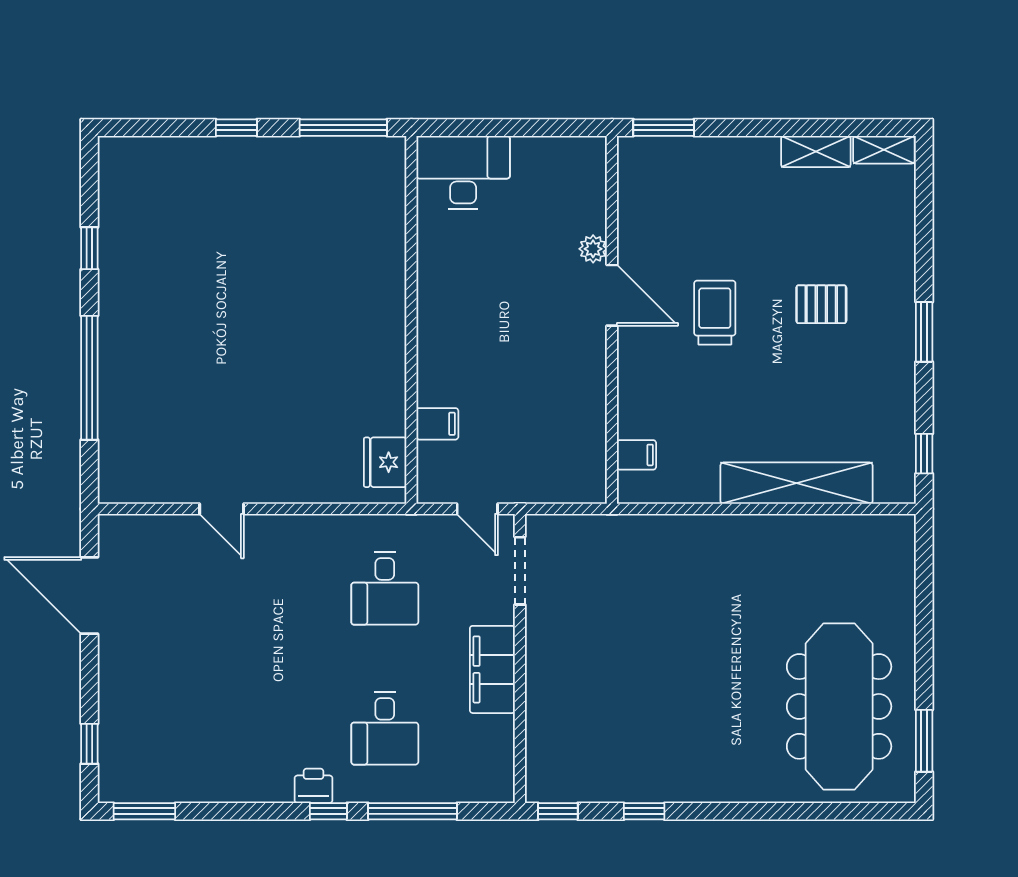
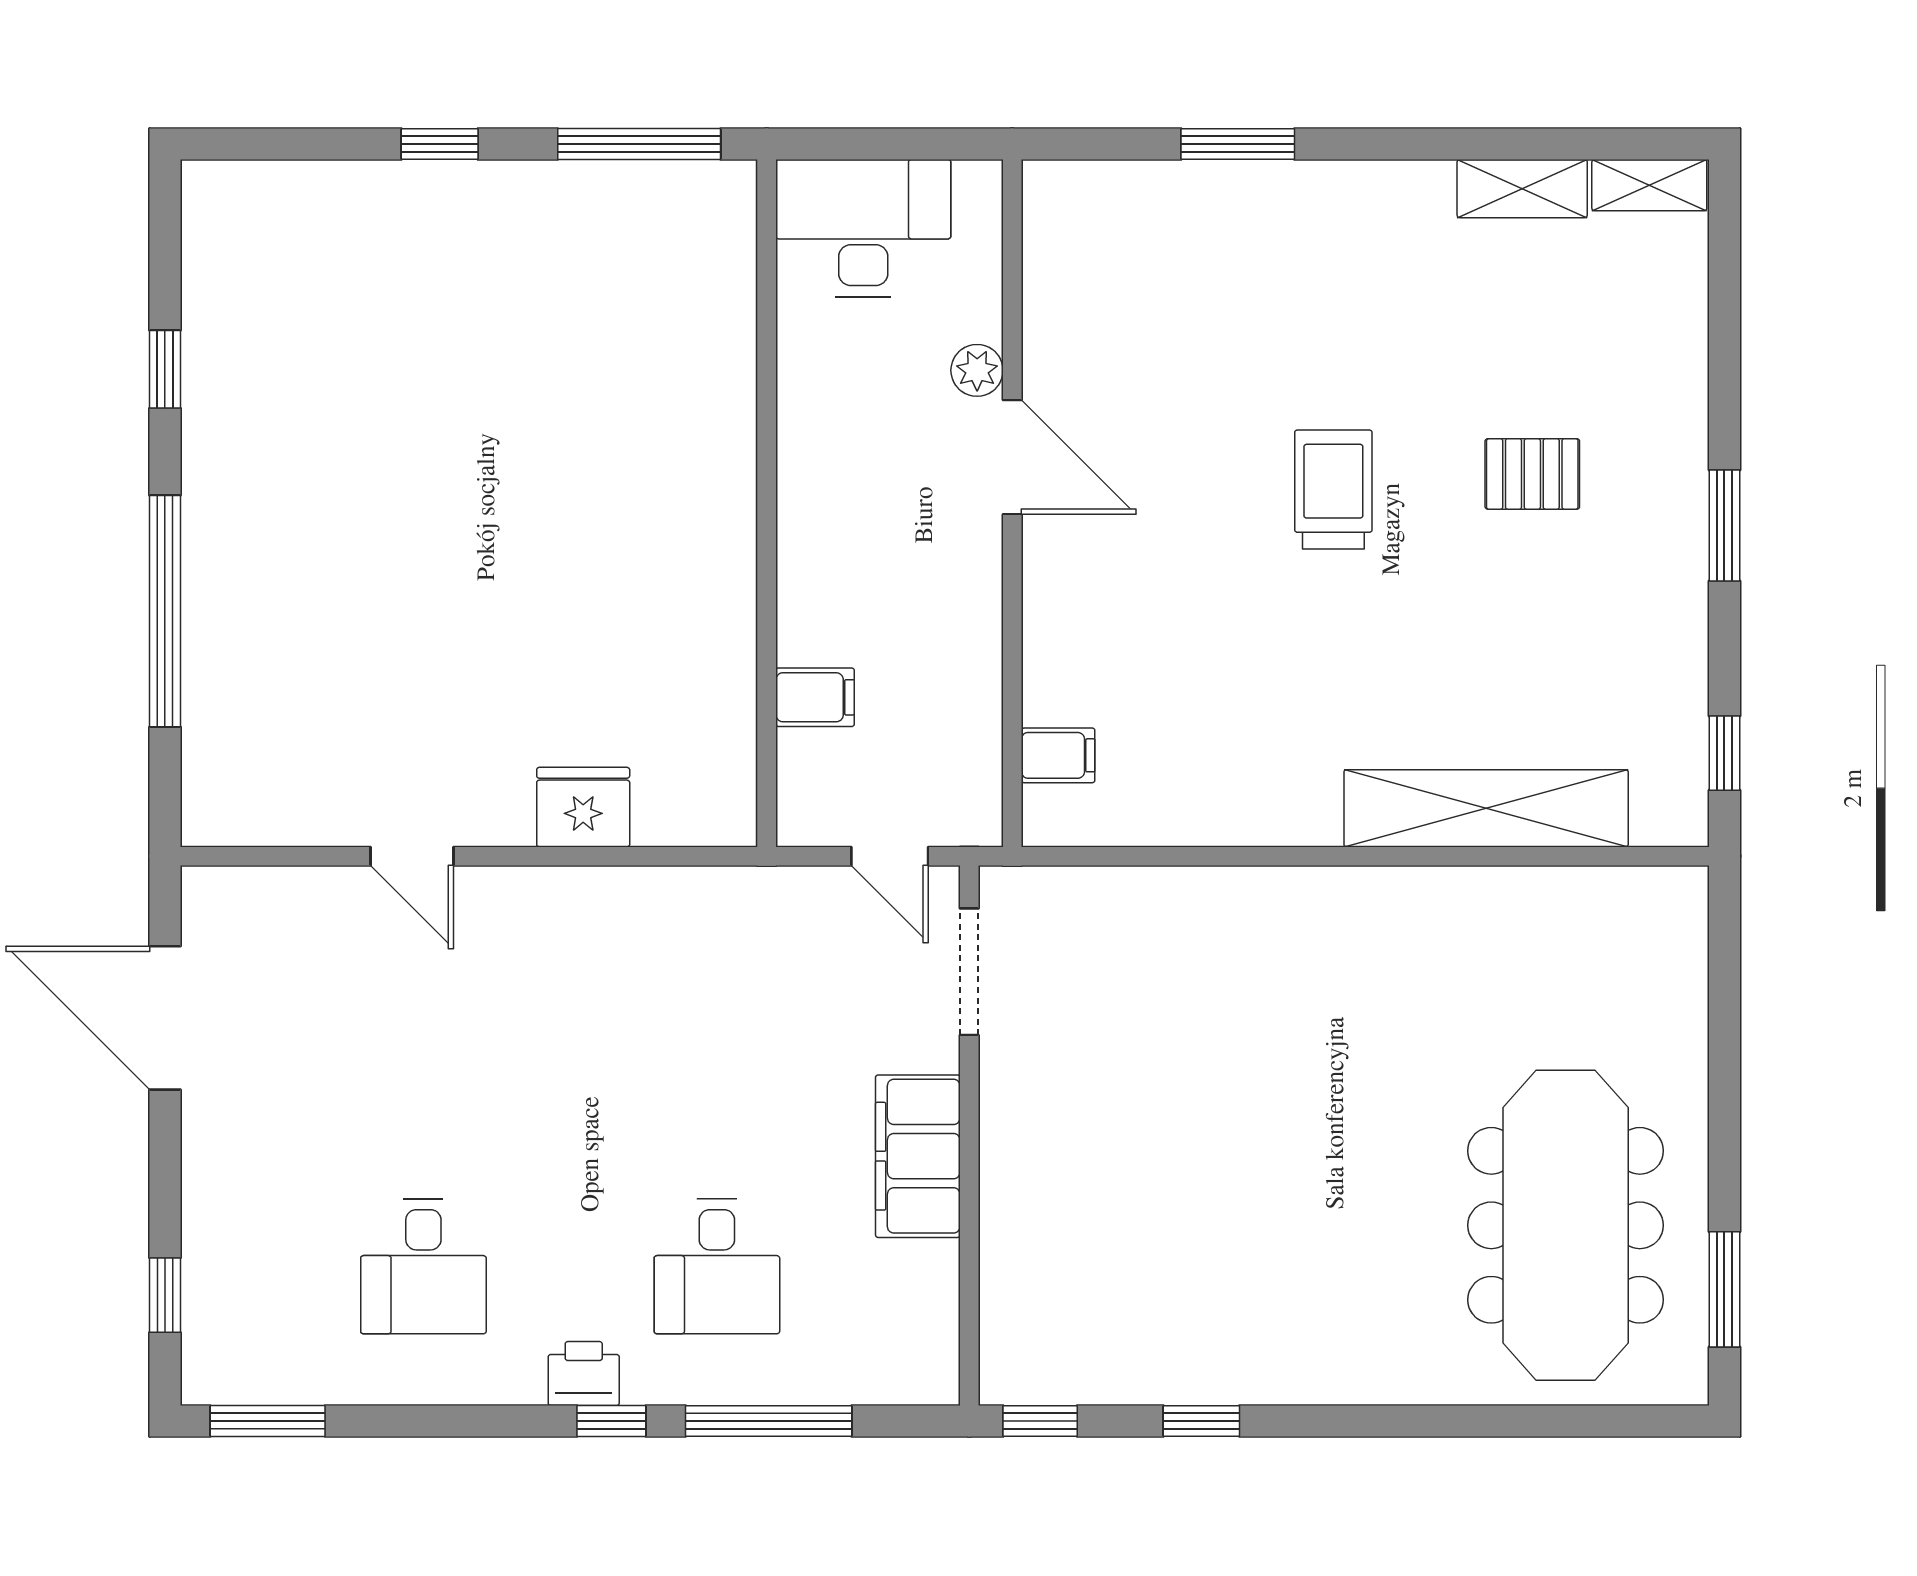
plant: (593, 249) -> (977, 370), moved
door: (612, 295) -> (1012, 457), moved
wall: (612, 320) -> (1012, 503), moved
filing cabinet: (636, 455) -> (1058, 755), moved
fridge: (385, 462) -> (583, 807), moved, turned 90
desk: (385, 588) -> (423, 1266), moved

